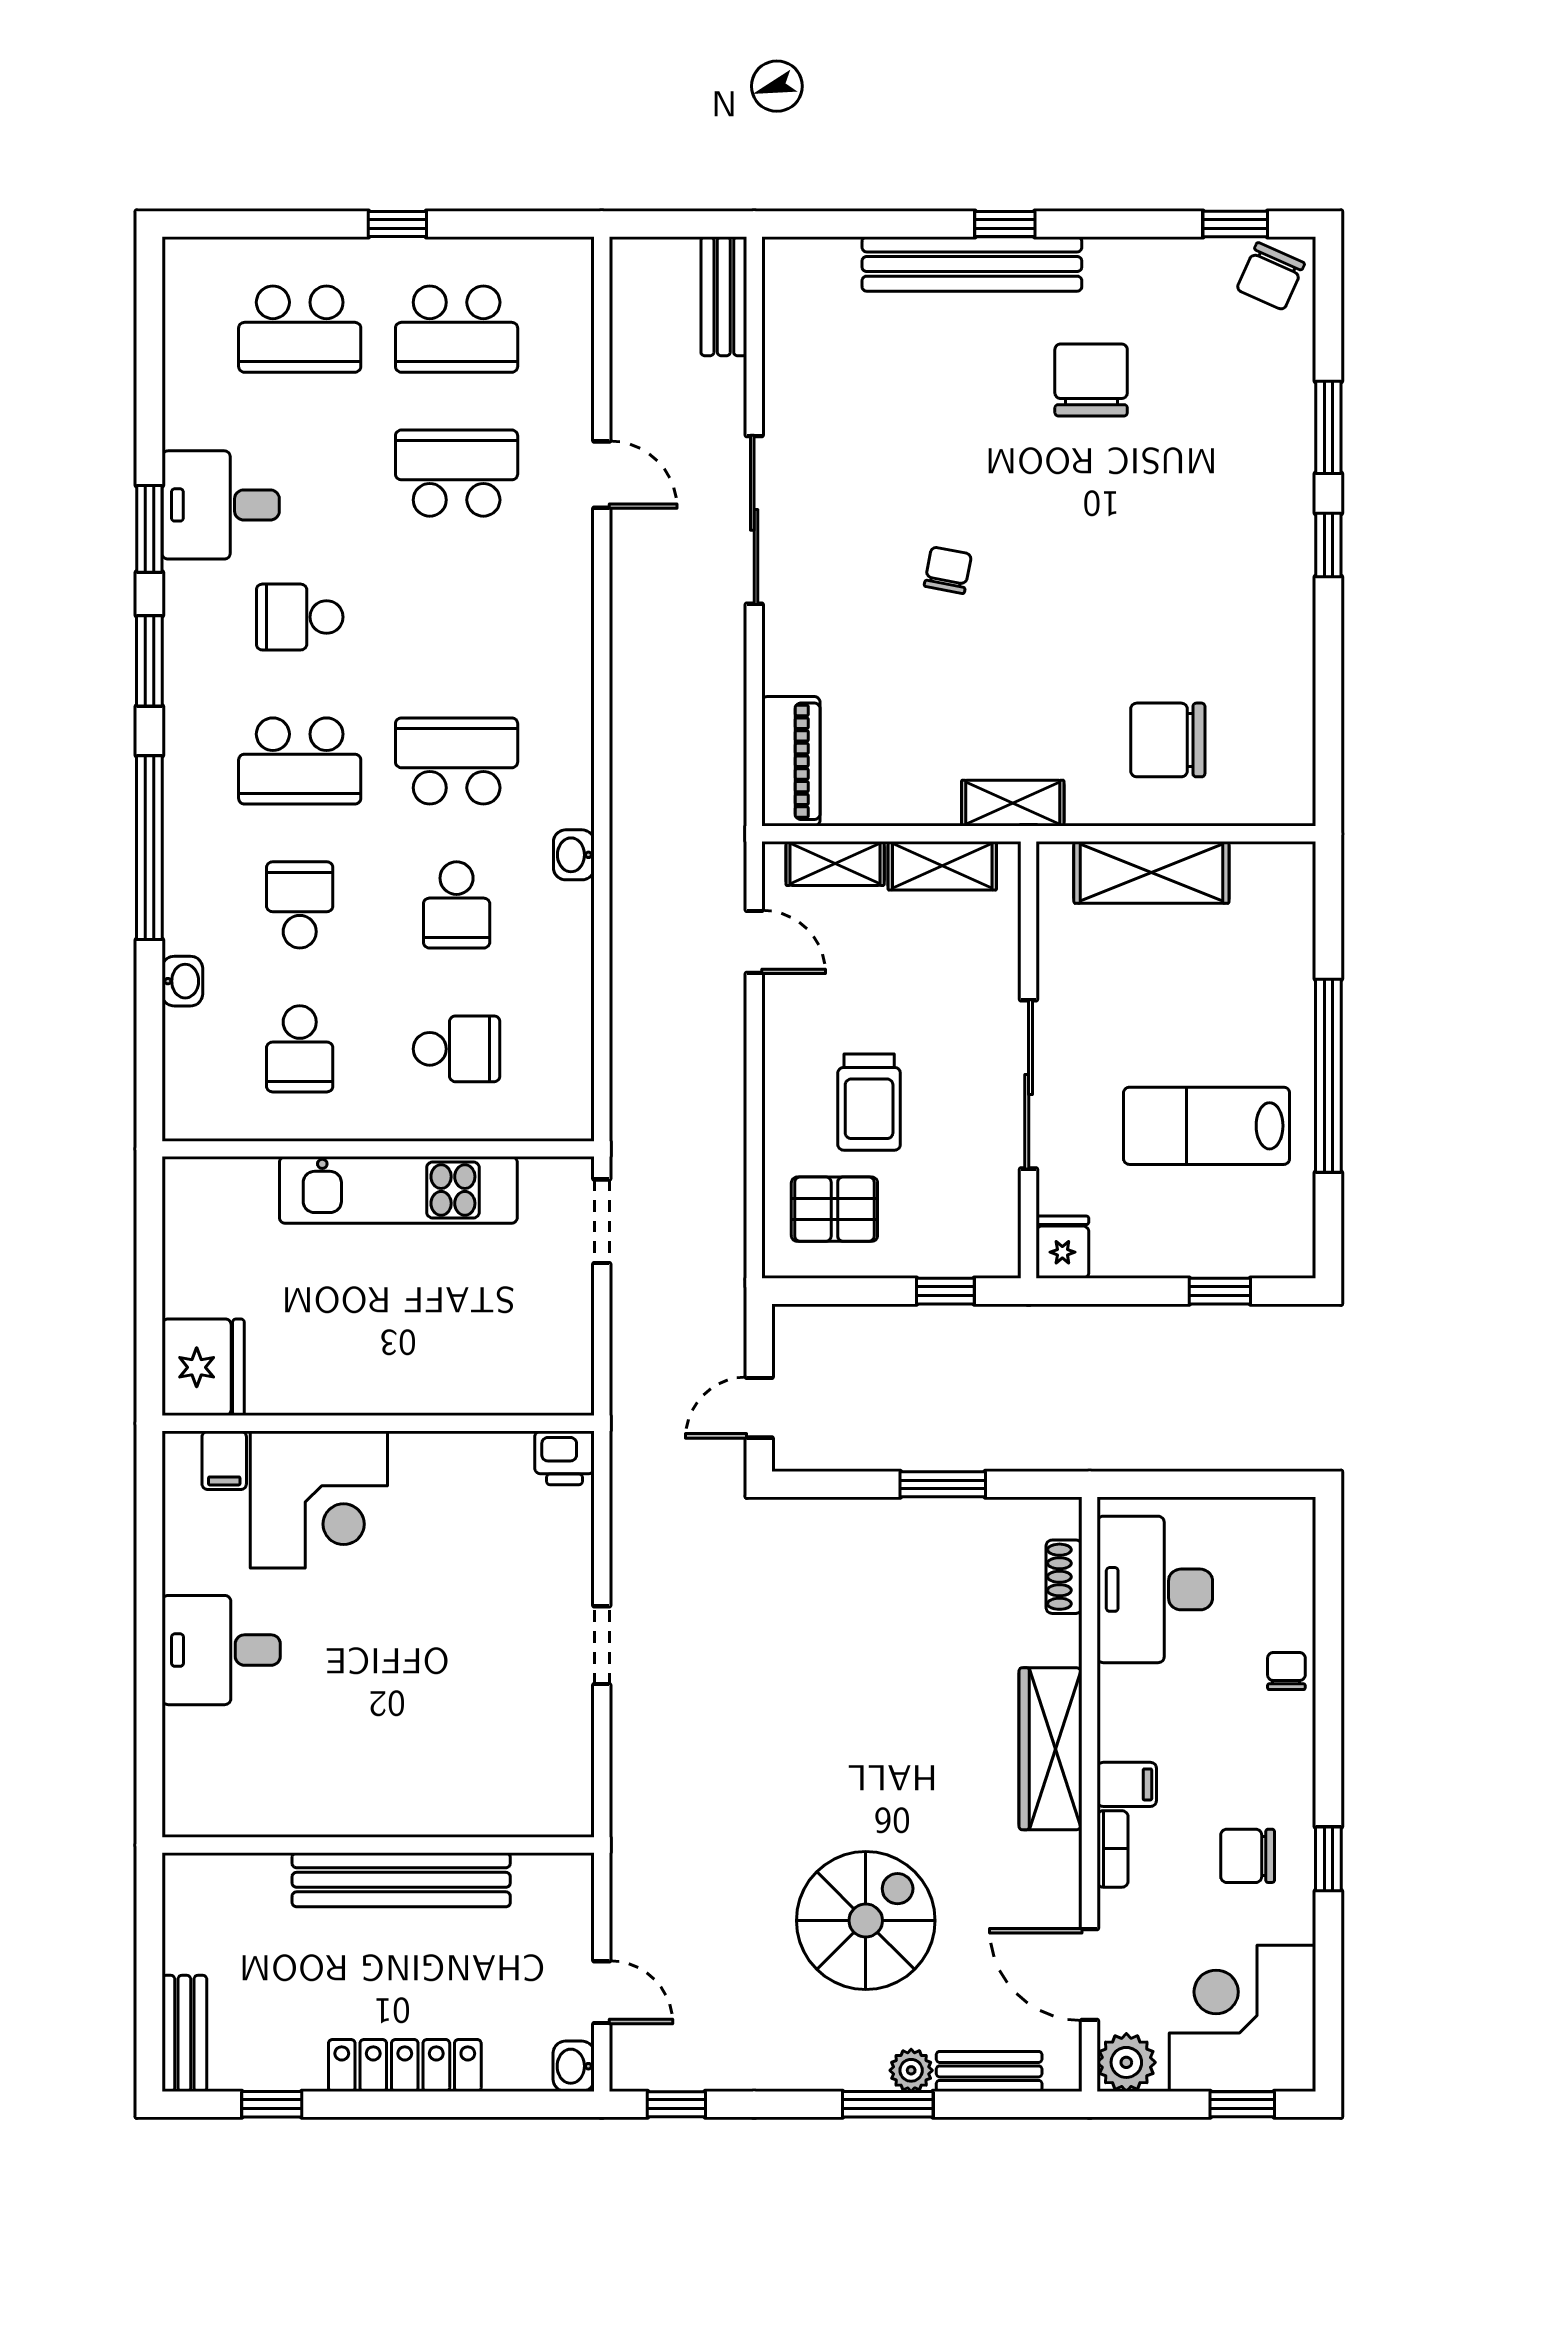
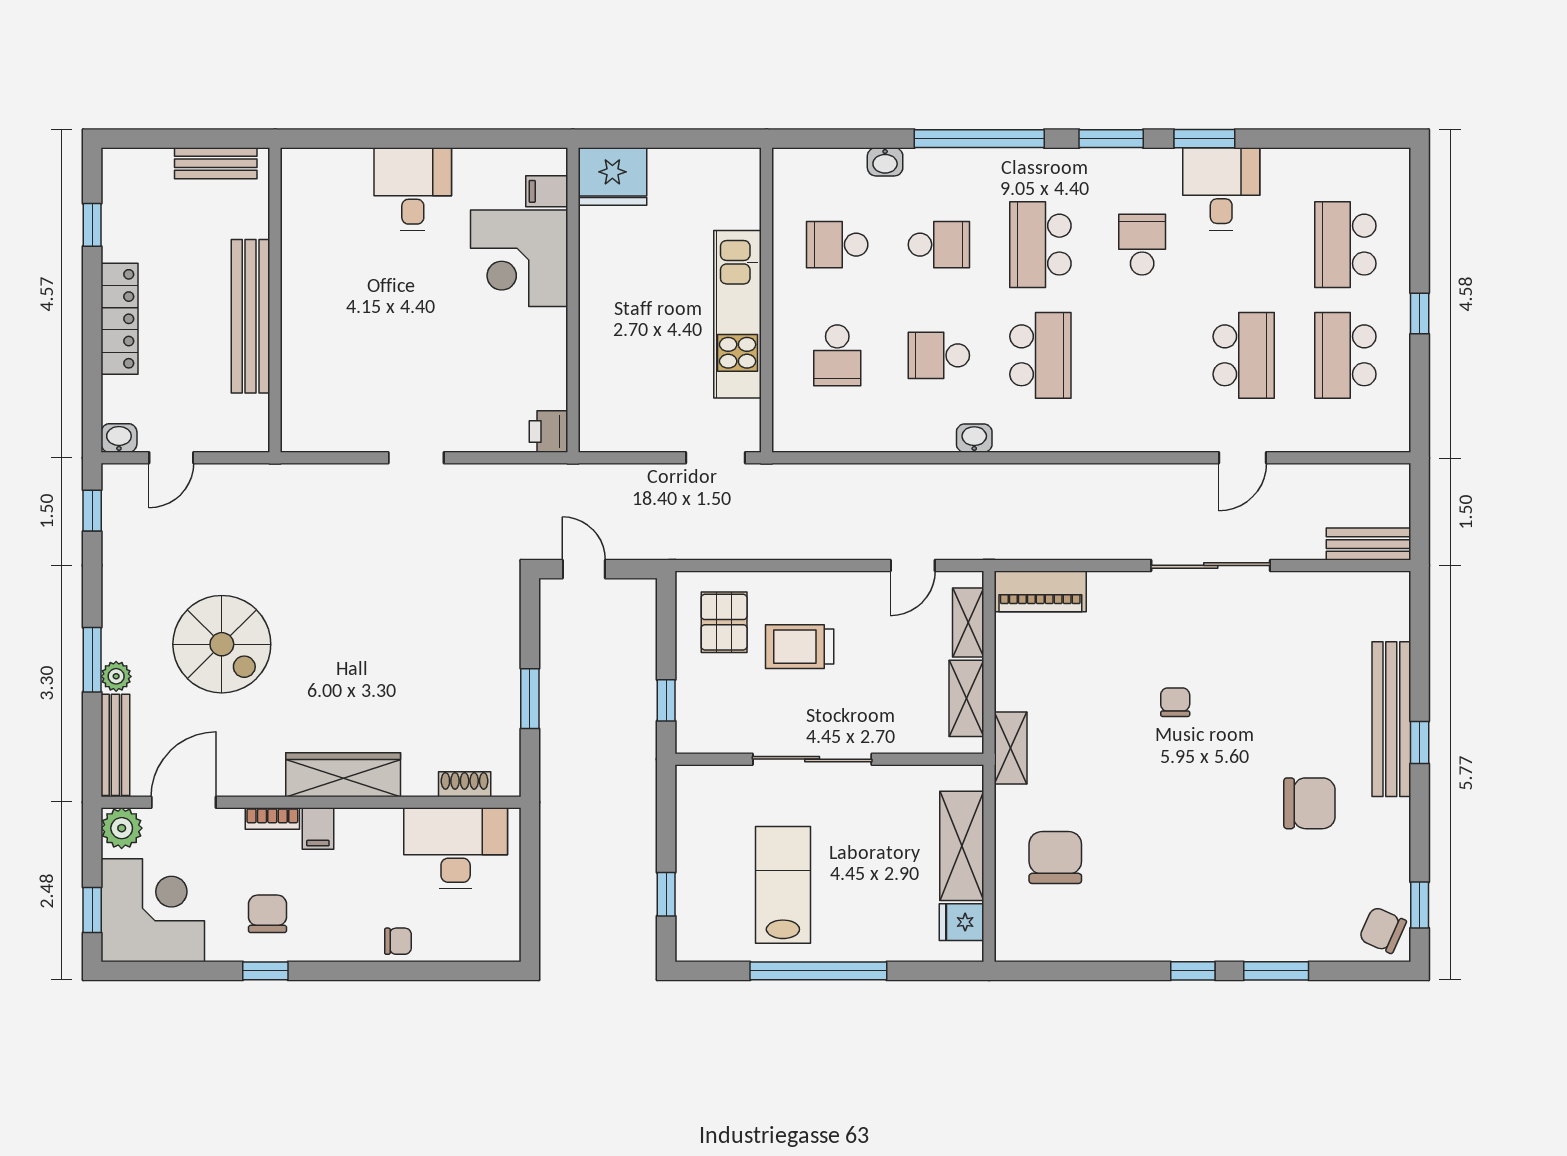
chair: (948, 570) -> (1175, 702), turned -101
fridge: (1062, 1247) -> (962, 922), moved, turned 180
bench: (184, 2033) -> (216, 163), moved
bench: (989, 2071) -> (115, 745), width x1.36

